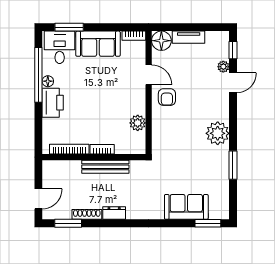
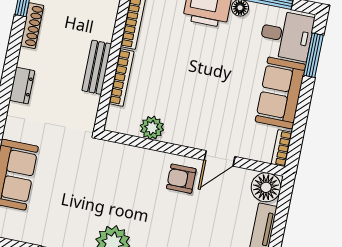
bookcase: (102, 149) -> (121, 78), width x1.56
bench: (105, 167) -> (97, 67), width x0.73
dresser: (114, 213) -> (22, 86), moved

